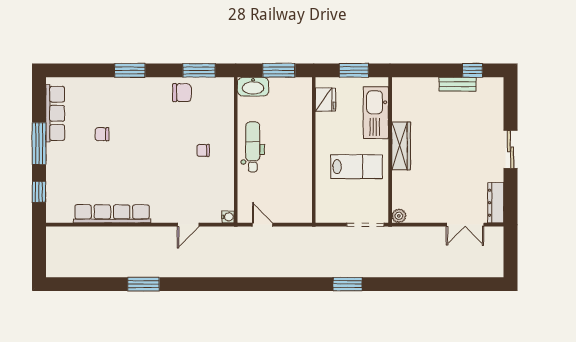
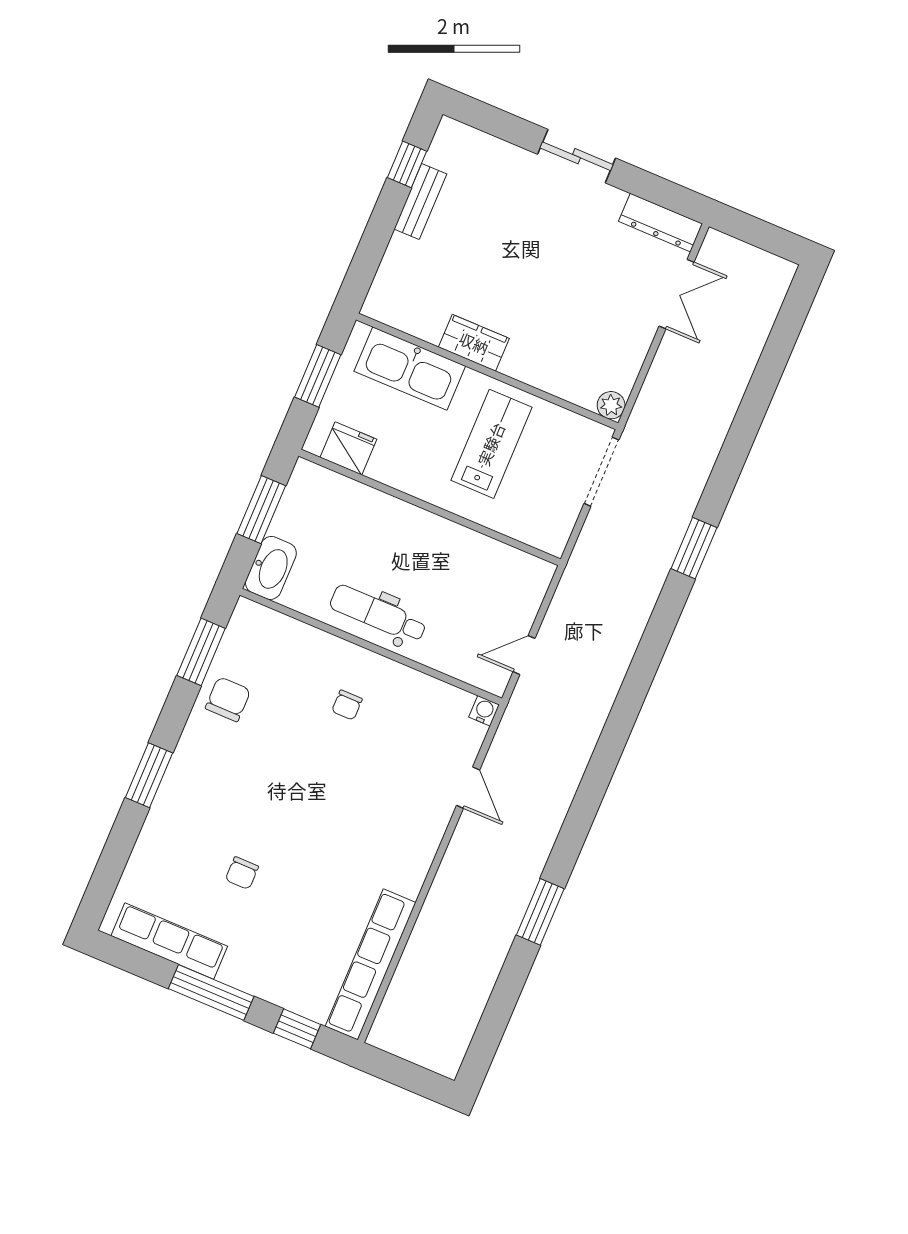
wardrobe: (401, 146) -> (474, 343), width x0.67
row of seats: (112, 214) -> (371, 964), moved

